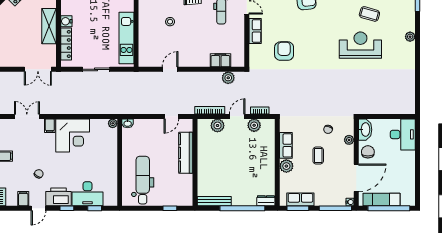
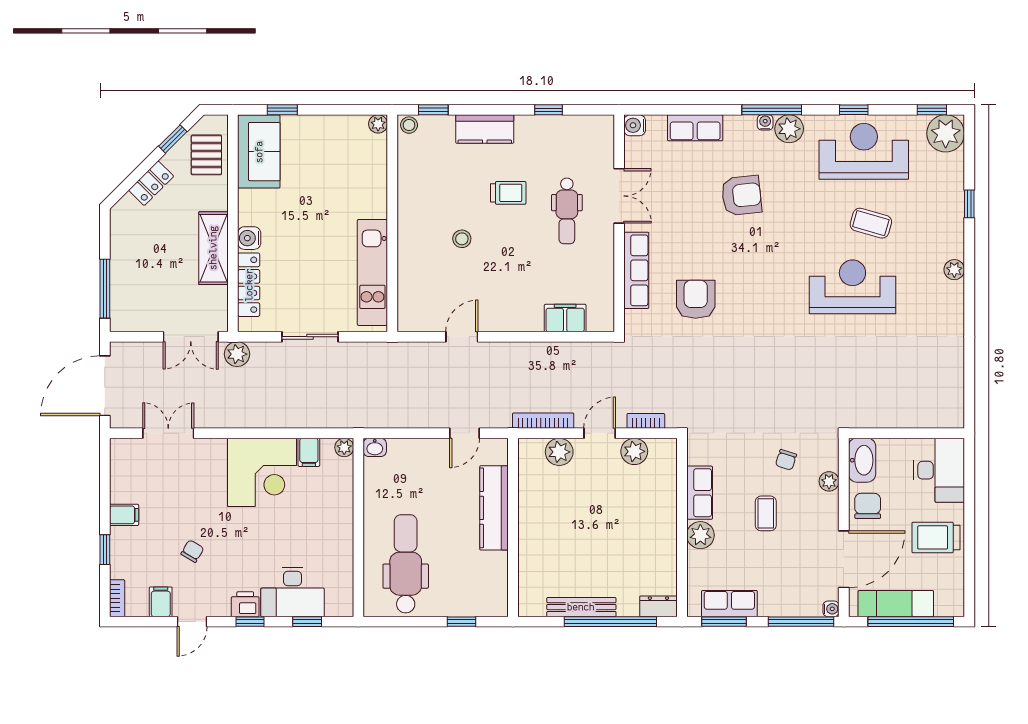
row of seats: (255, 31) -> (636, 270), width x1.48
plant: (228, 78) -> (237, 354), moved
filing cabinet: (50, 126) -> (309, 452), moved
trolley: (401, 167) -> (936, 537), added
printer: (59, 197) -> (245, 604), width x0.53, depth x0.68
bench: (214, 201) -> (581, 607), moved

